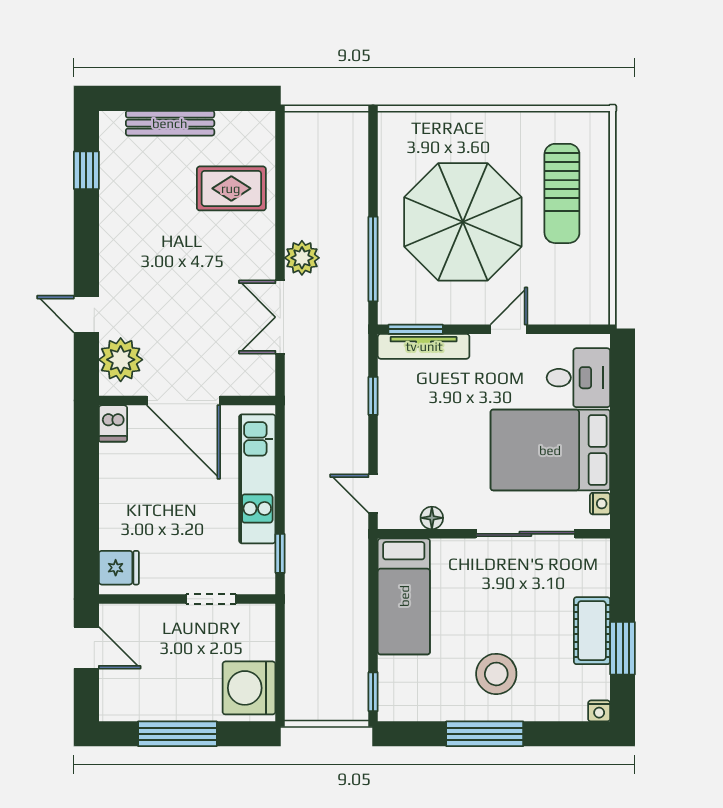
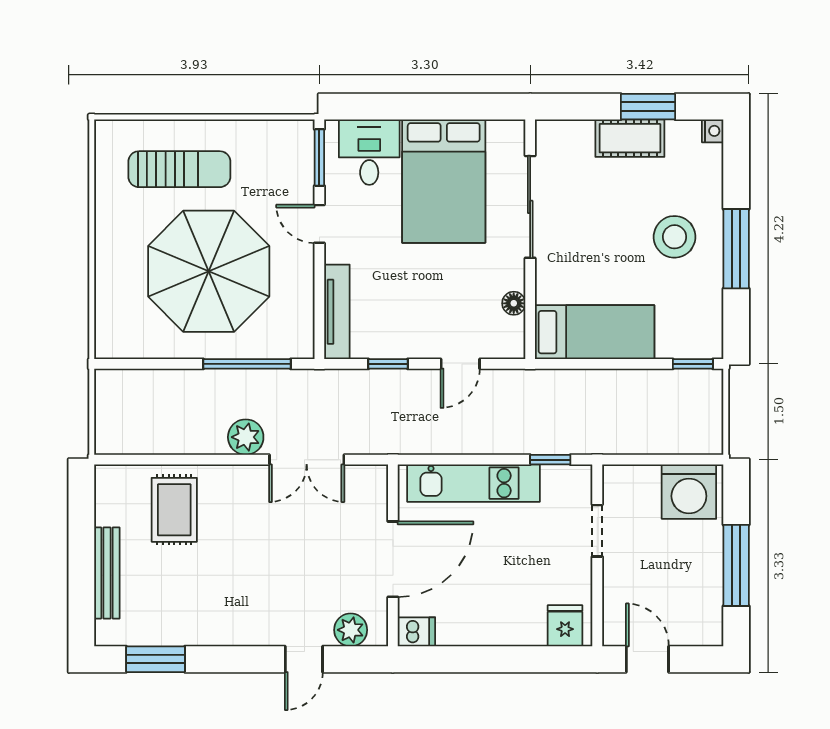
window: (86, 170) -> (155, 659), width x1.50
window: (416, 329) -> (319, 158), moved
plant: (121, 360) -> (351, 630), width x0.73, depth x0.73
door: (373, 493) -> (460, 364), moved
nightstand: (600, 504) -> (499, 130), removed
door: (86, 648) -> (647, 659), hinge flipped

